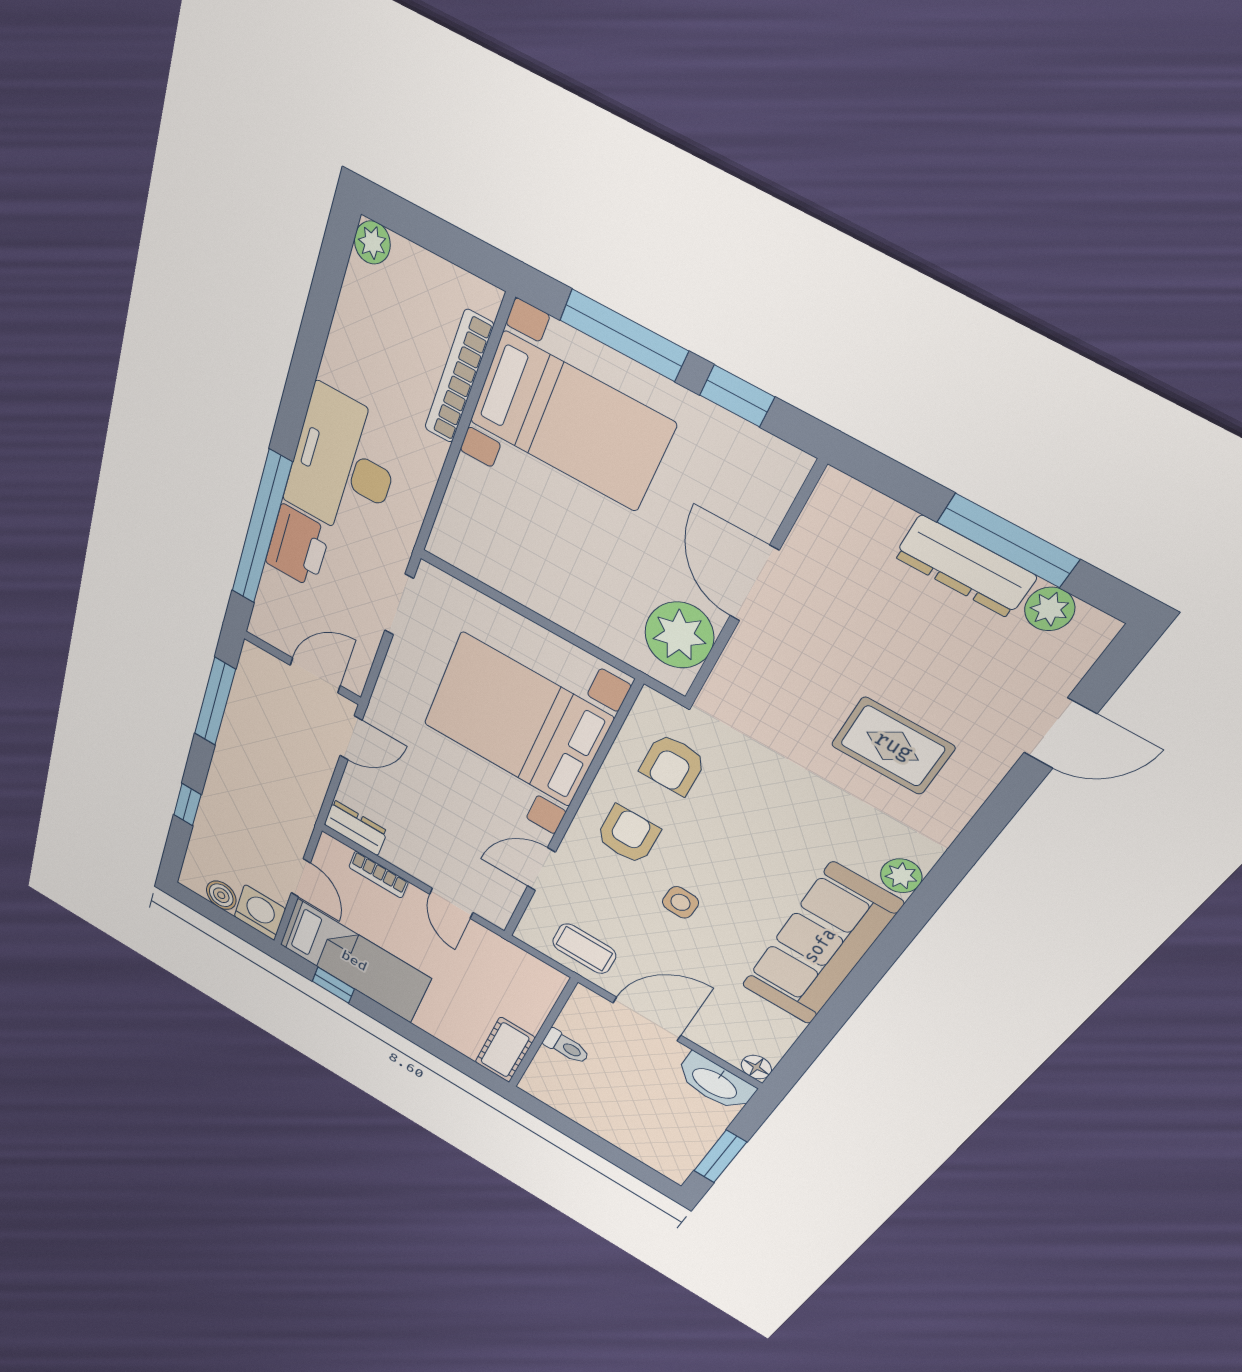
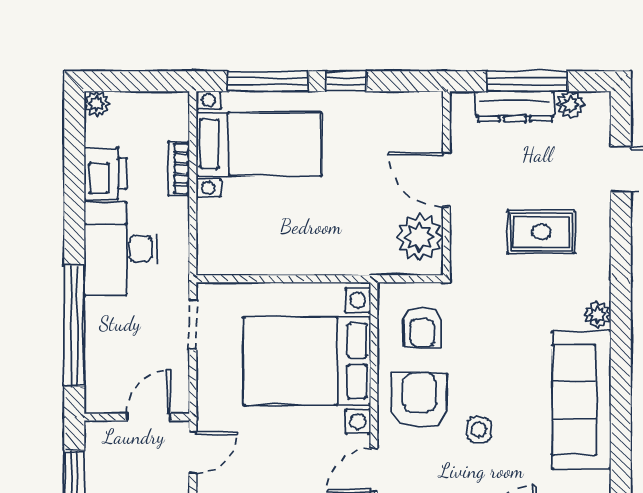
bookcase: (459, 377) -> (179, 169), width x0.64
printer: (298, 547) -> (105, 173), moved
door: (754, 583) -> (446, 180), moved
wall: (752, 588) -> (446, 183), moved
plant: (679, 635) -> (419, 237), moved
armchair: (628, 835) -> (419, 400), width x1.38, depth x1.38

